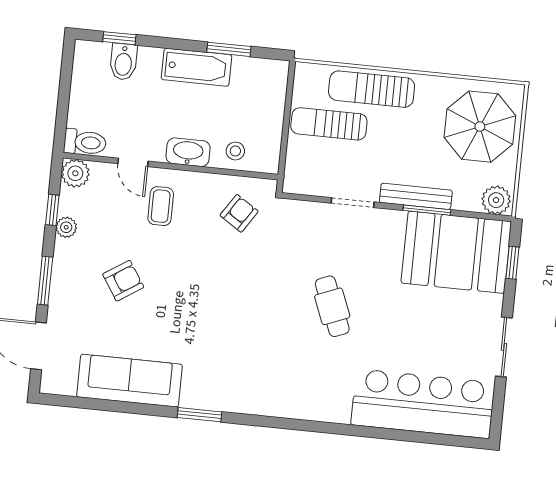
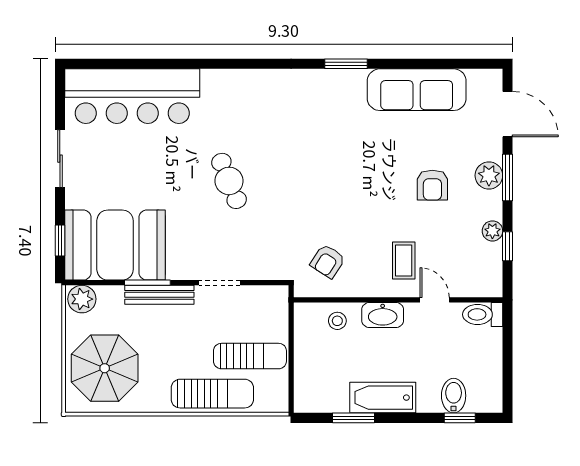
plant: (75, 173) -> (489, 175), moved
armchair: (123, 281) -> (432, 185), turned -57

